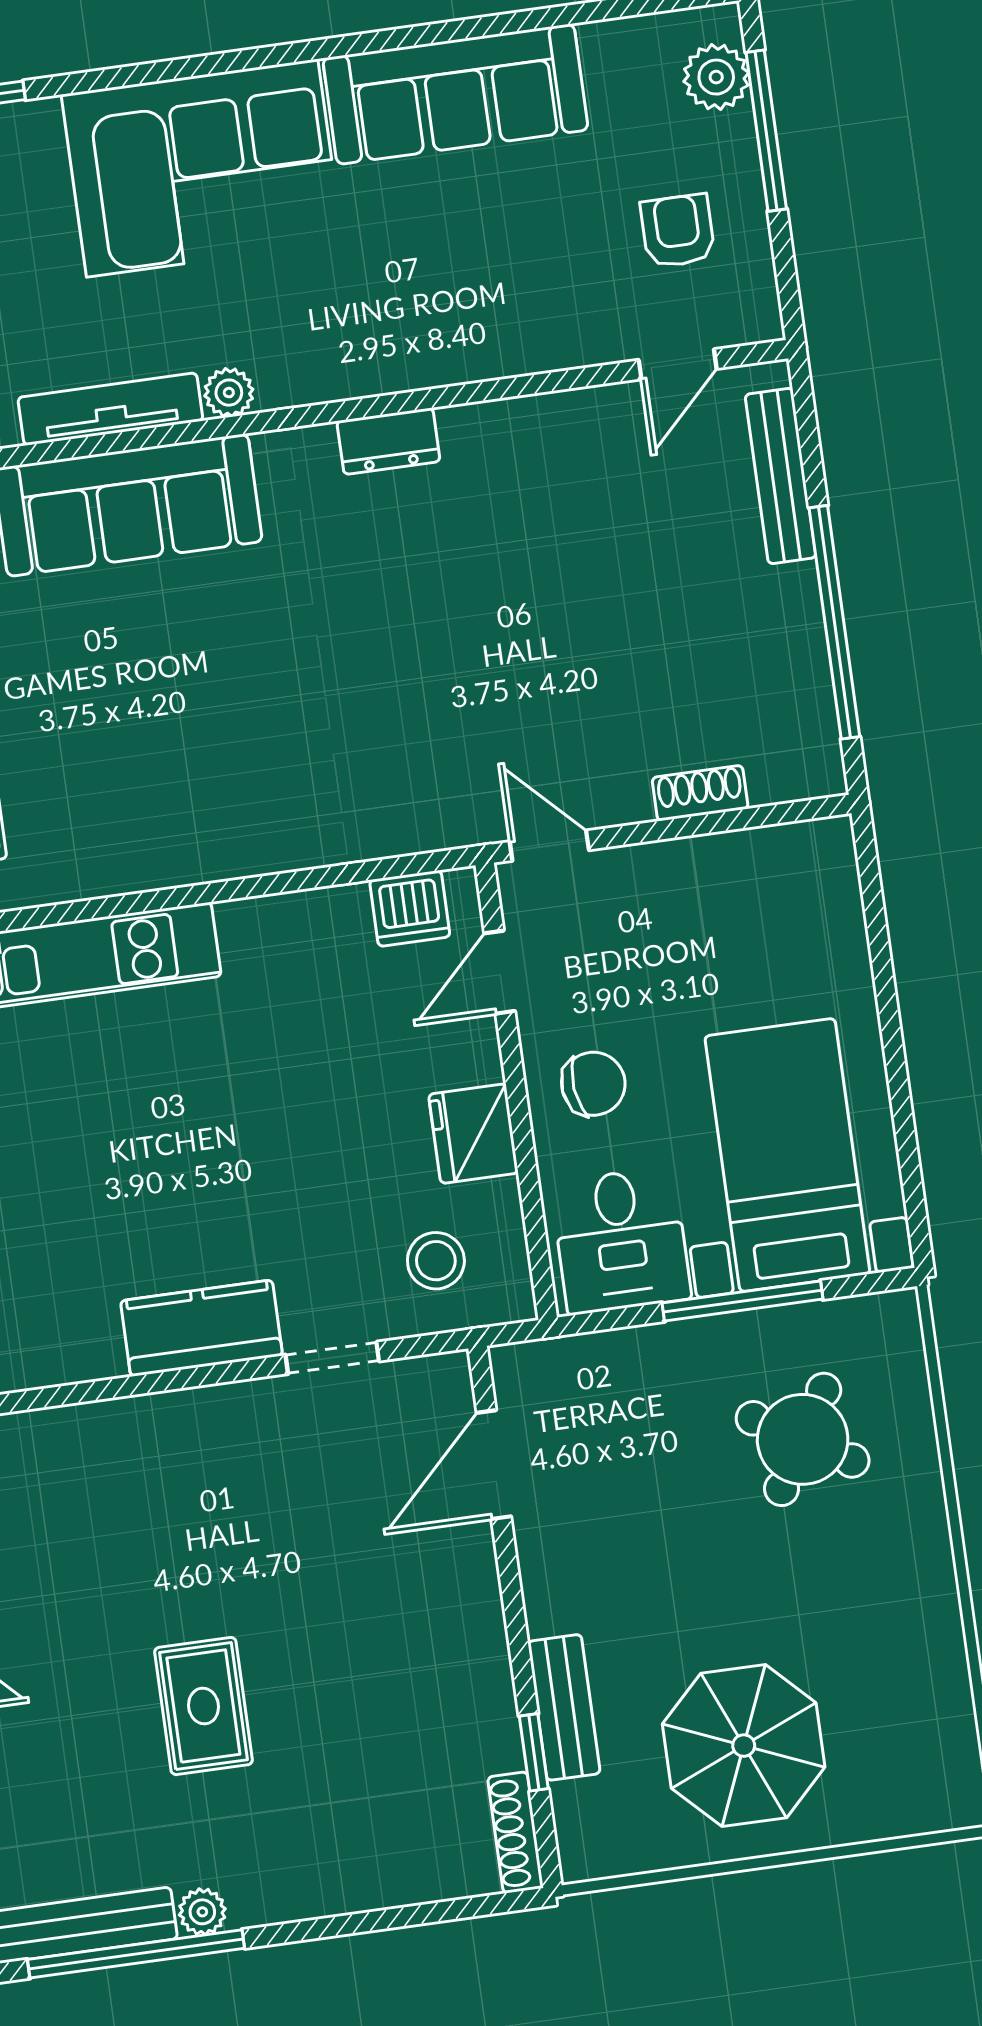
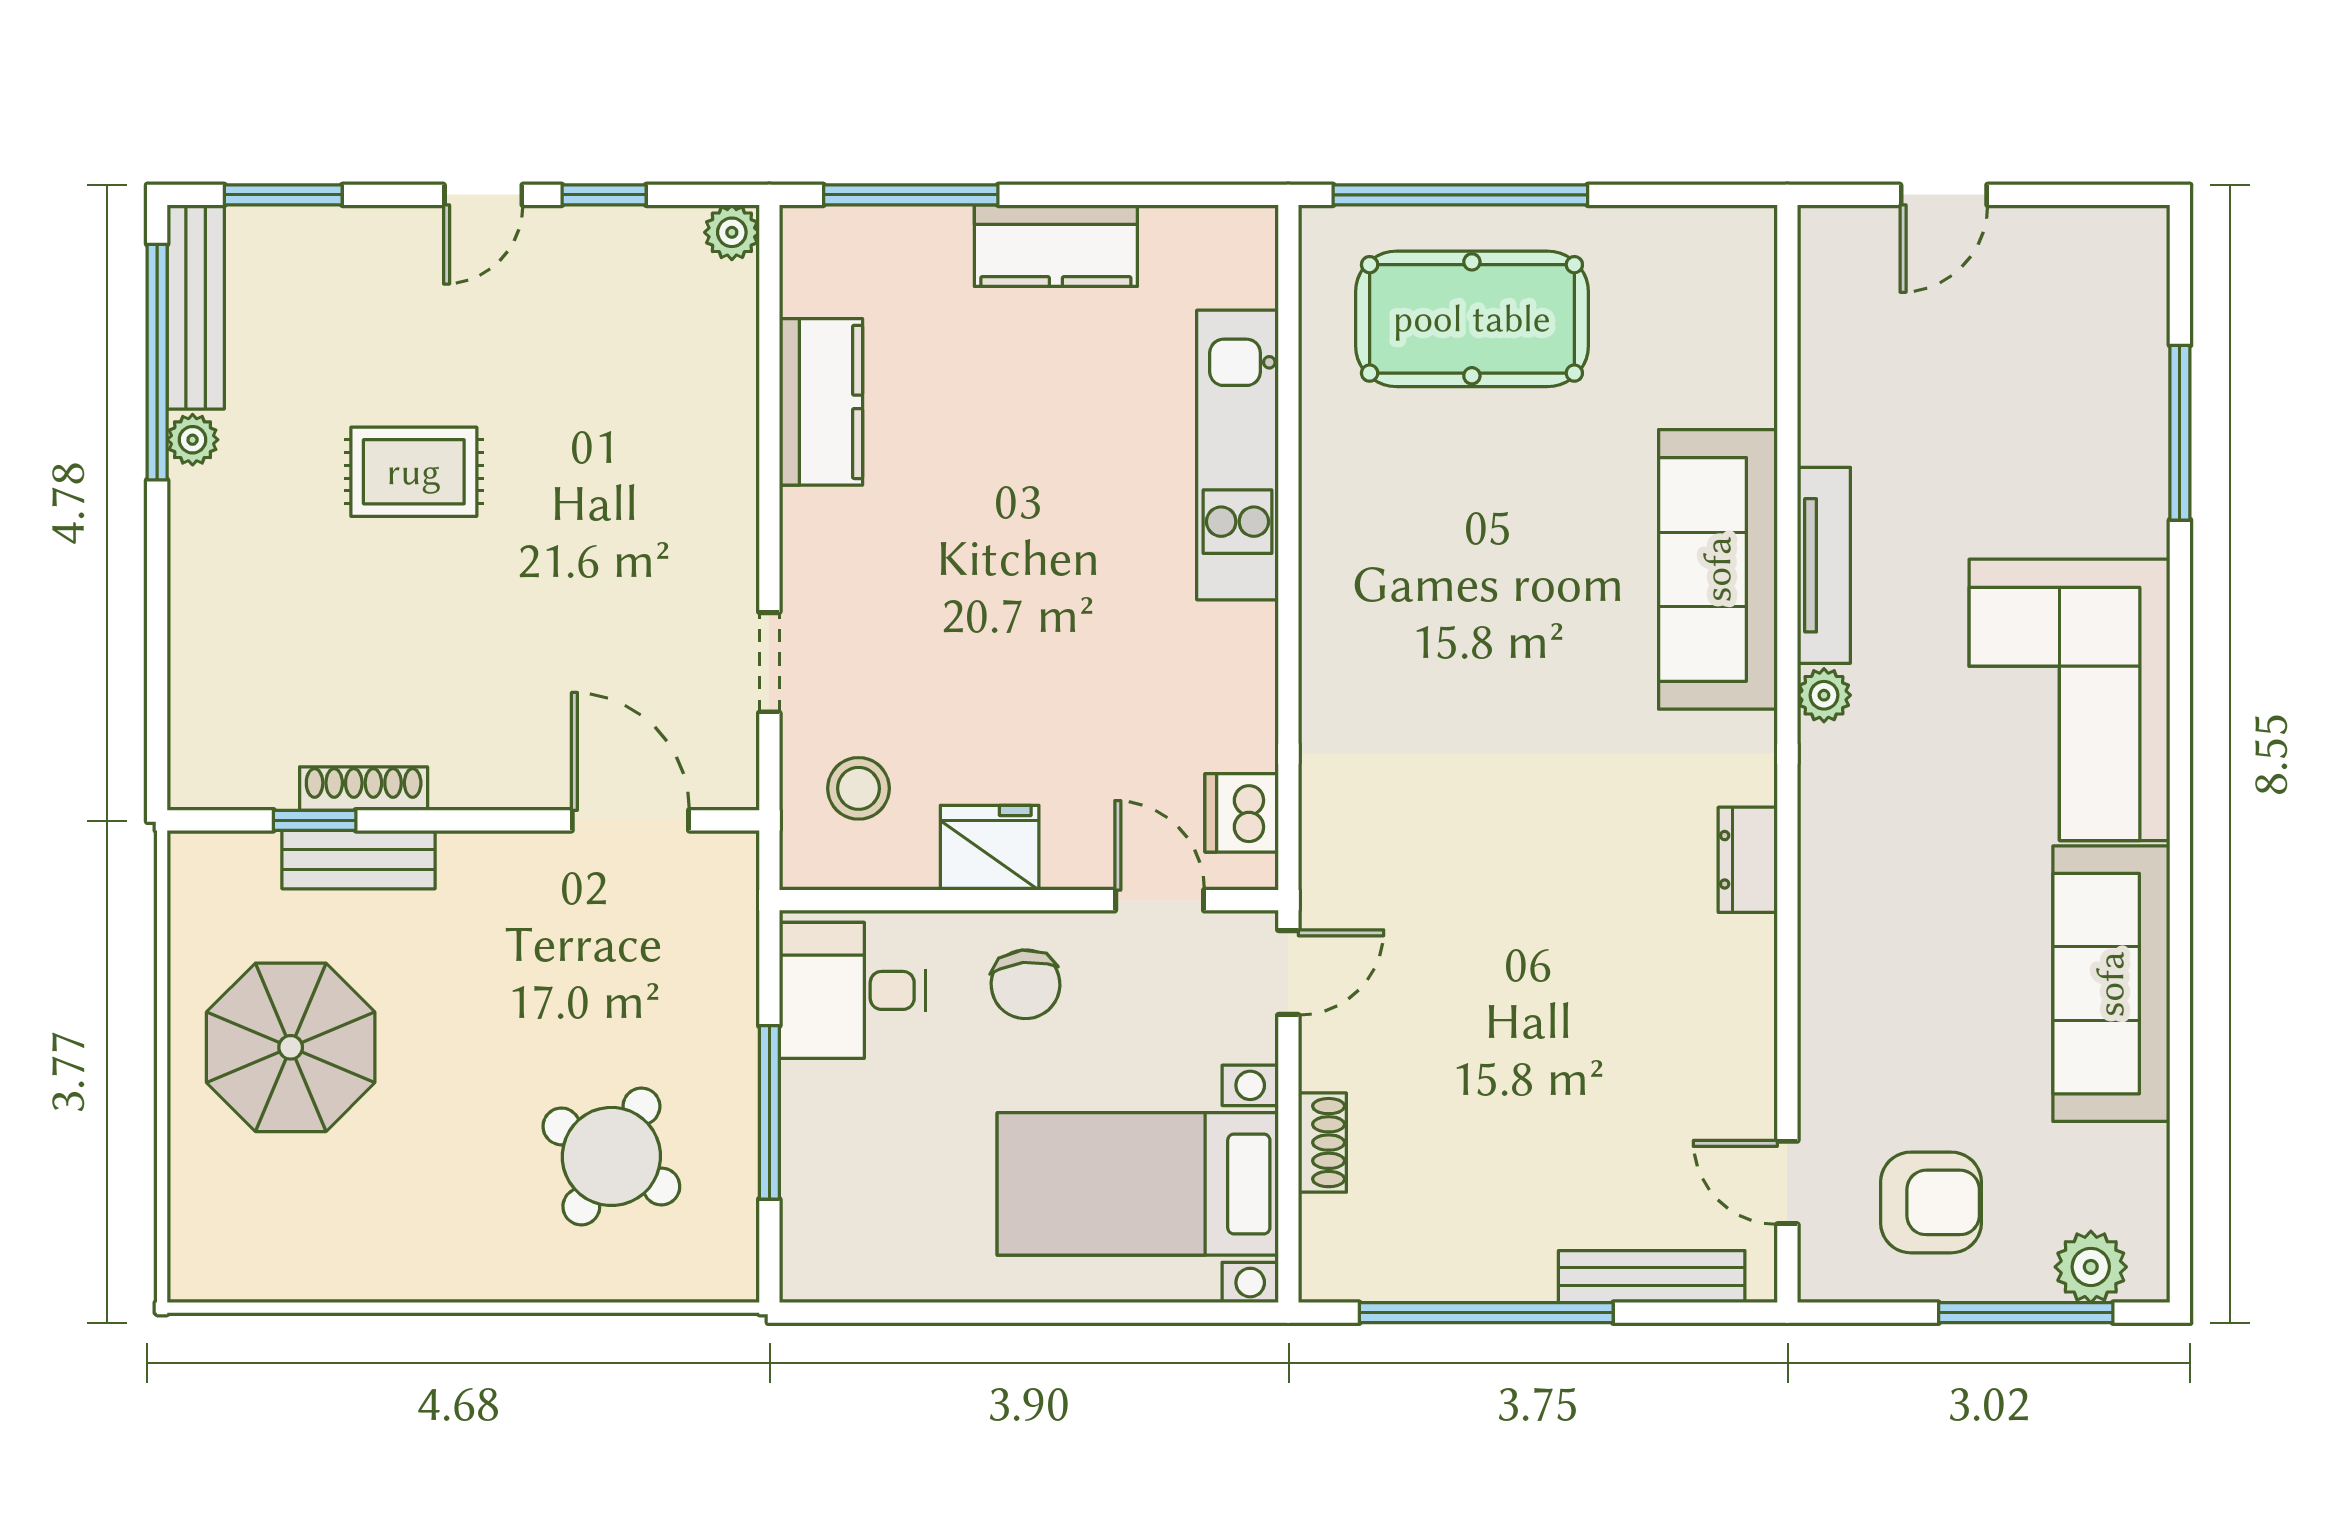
armchair: (678, 231) -> (1931, 1202), width x1.38, depth x1.38
bed with nightstands: (787, 1155) -> (1138, 1184), moved, turned 180
kitchen counter: (202, 1328) -> (821, 402), moved
shoe rack: (515, 1833) -> (364, 789), moved

